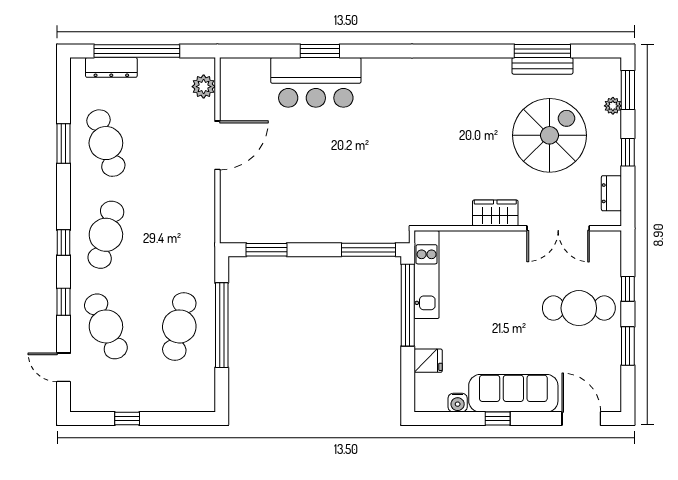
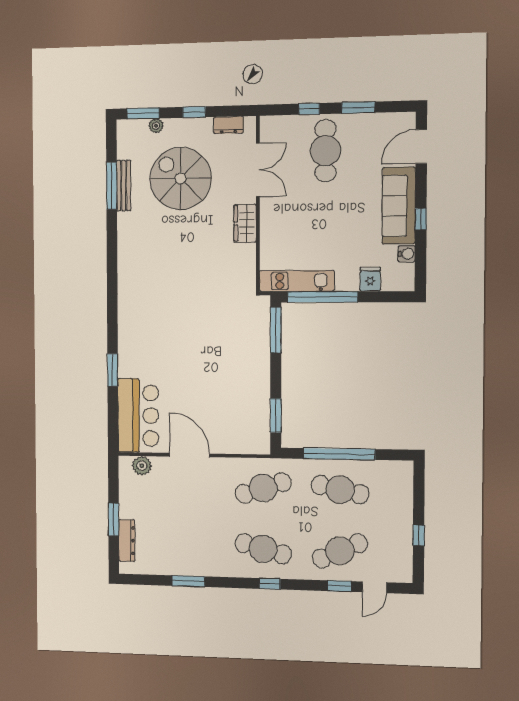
window: (137, 51) -> (114, 519), width x0.47
bar counter: (316, 82) -> (138, 416), moved
cafe table: (106, 143) -> (263, 488), moved
window: (64, 302) -> (339, 586), moved

